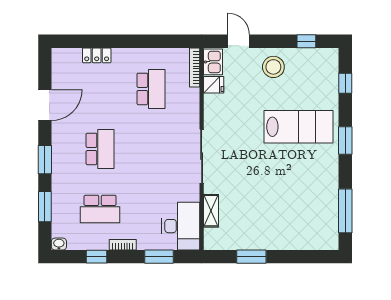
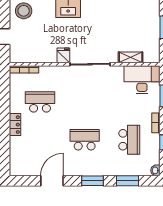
locker: (97, 55) -> (15, 125), moved
kitchen sink: (213, 62) -> (20, 56), removed
fridge: (214, 85) -> (63, 55), moved
door: (45, 105) -> (52, 181), hinge flipped

